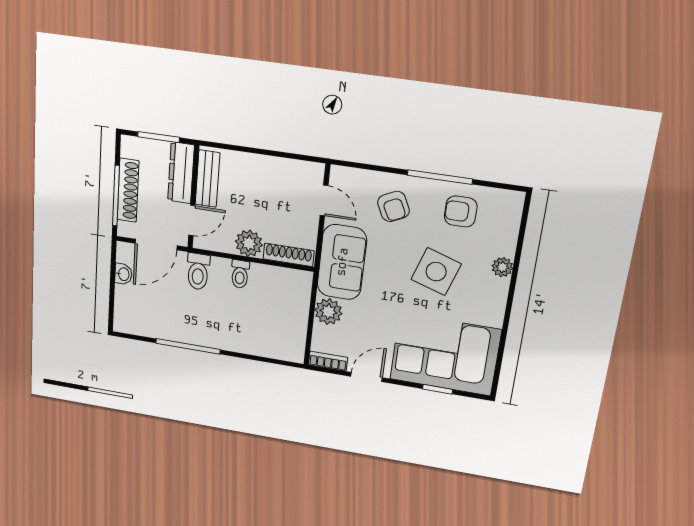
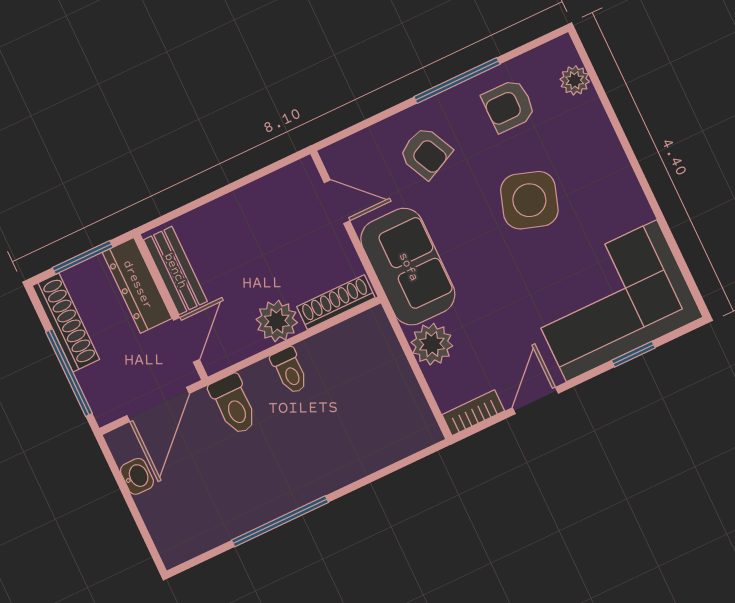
shoe rack: (128, 190) -> (66, 322), moved
plant: (502, 267) -> (575, 80), moved

